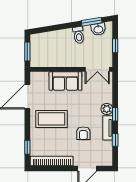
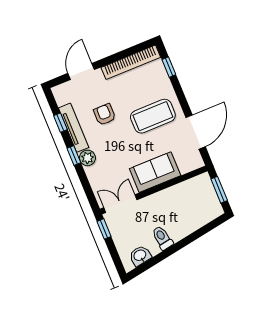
window: (92, 22) -> (153, 262), removed
window: (115, 46) -> (104, 229), moved
tv unit: (108, 128) -> (74, 128), width x1.41

